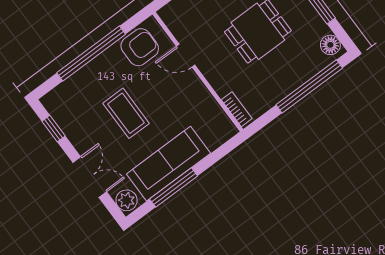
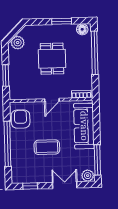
door: (186, 56) -> (52, 100), moved
sofa: (169, 164) -> (84, 126), moved
window: (174, 187) -> (97, 160), moved

